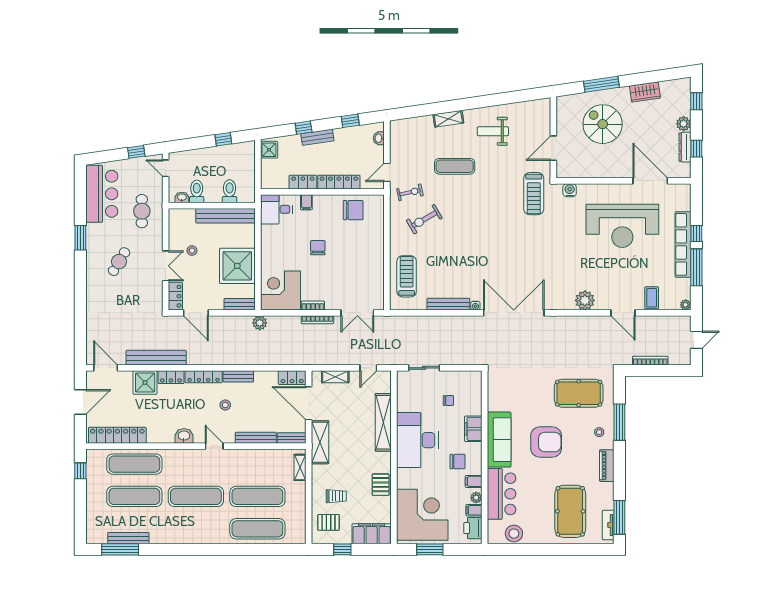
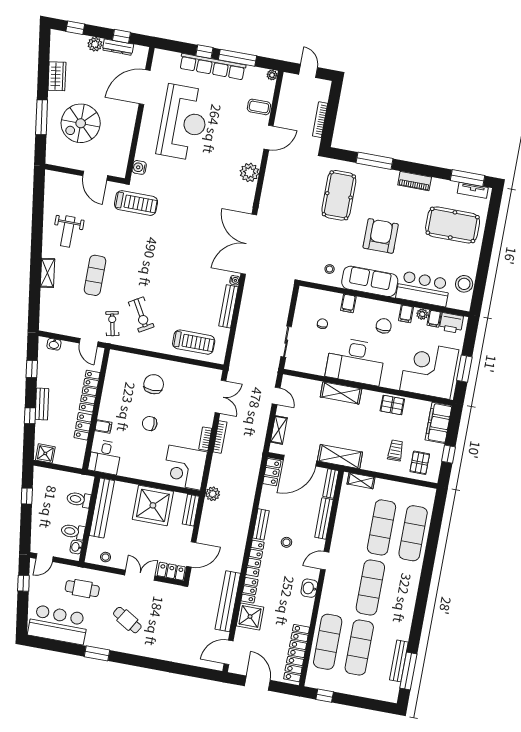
chair: (353, 210) -> (154, 384), moved
stool: (192, 251) -> (106, 557), moved
treadmill: (407, 276) -> (194, 342), turned 180
shelving: (383, 422) -> (341, 393), width x0.68
filing cabinet: (473, 429) -> (348, 303), width x0.50
stool: (599, 432) -> (330, 269), moved

